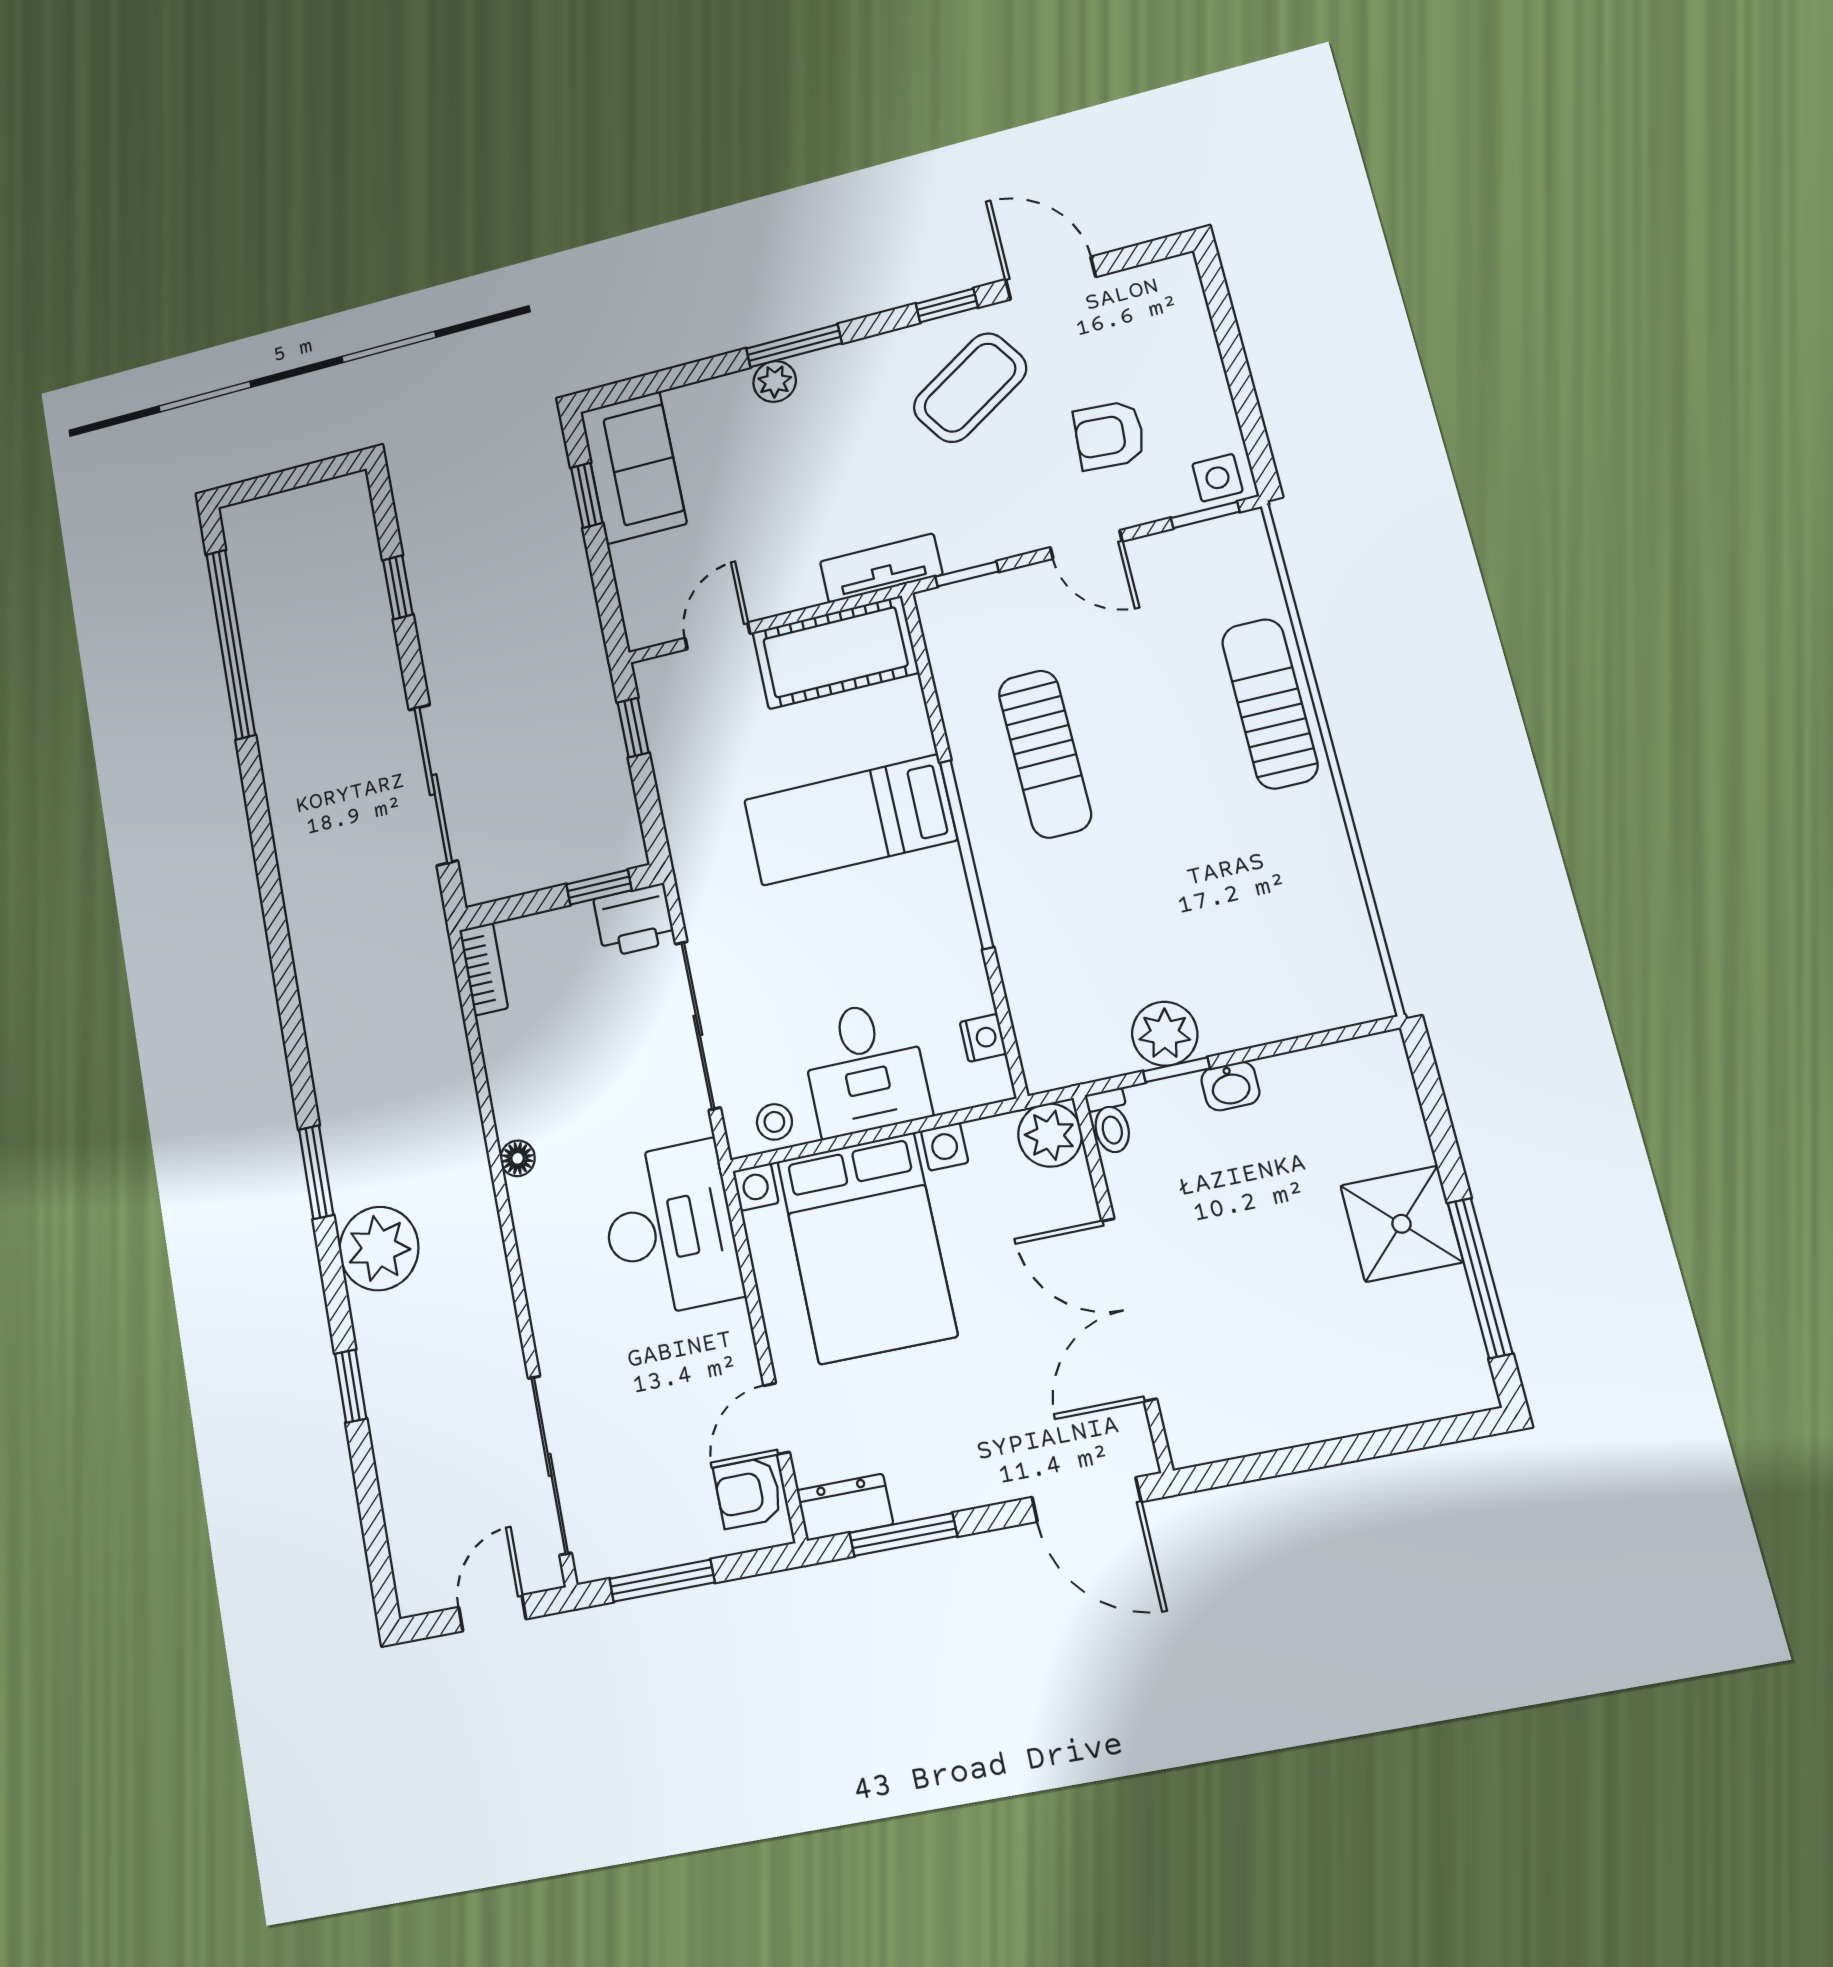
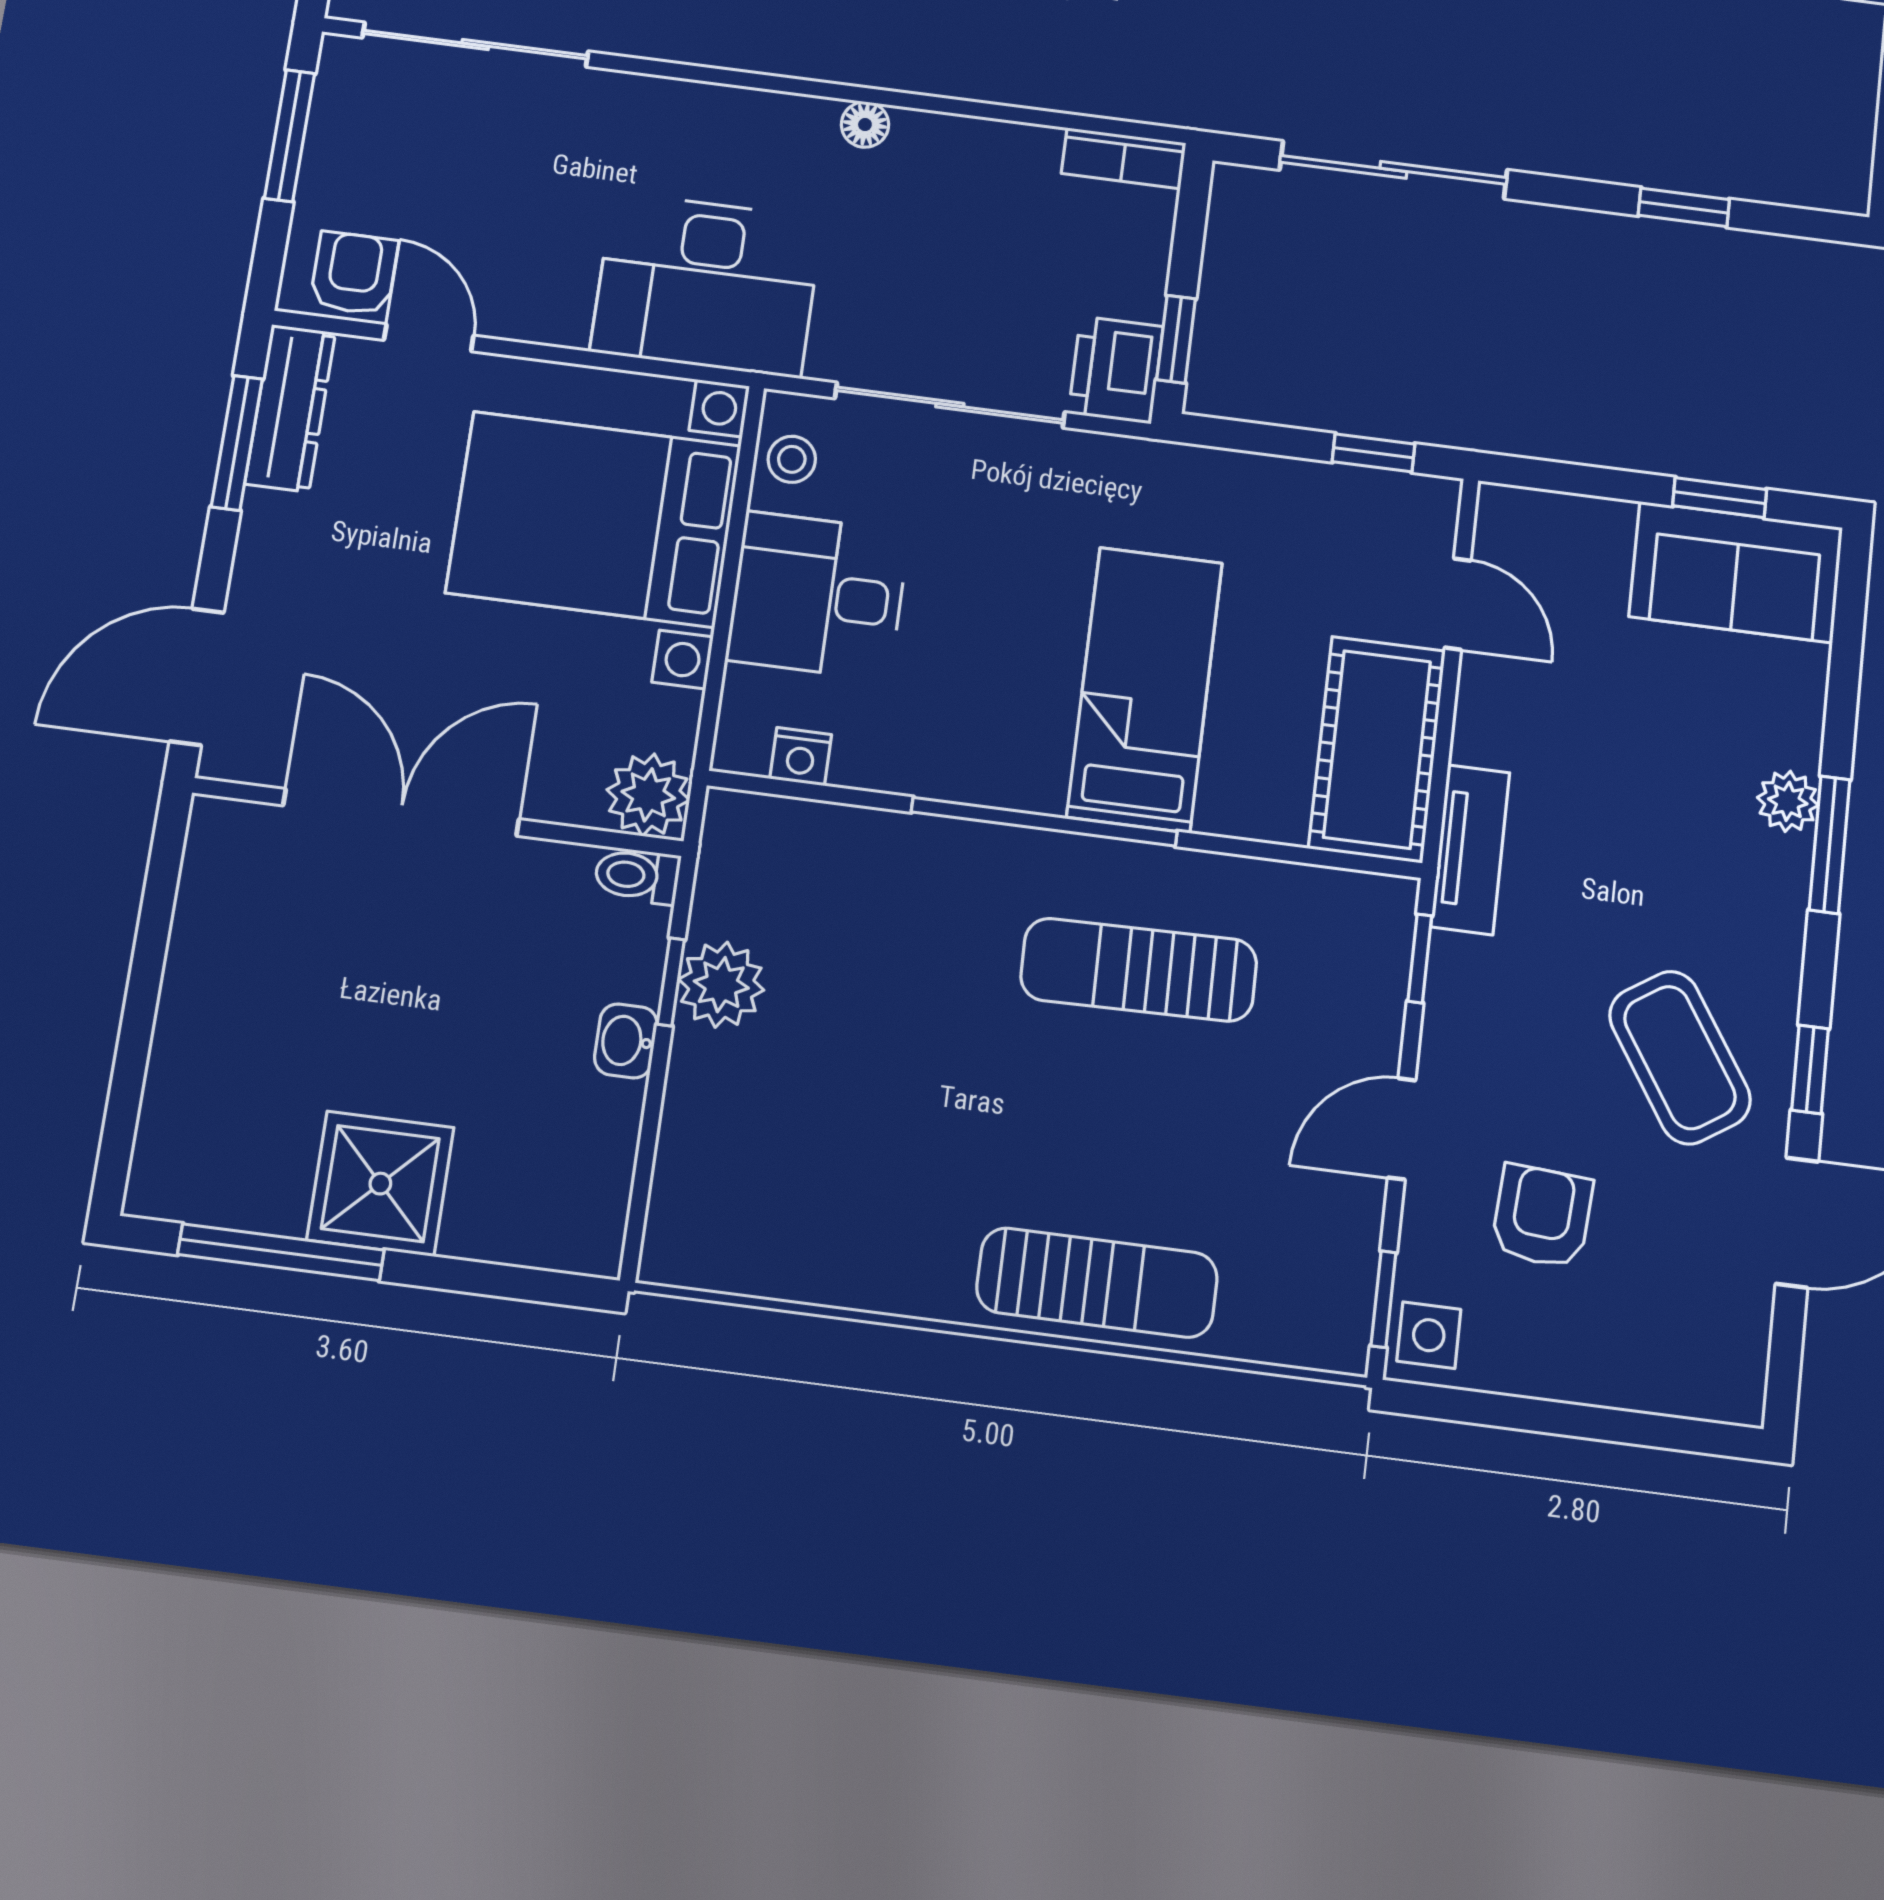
dresser: (845, 1507) -> (290, 408), width x1.44

